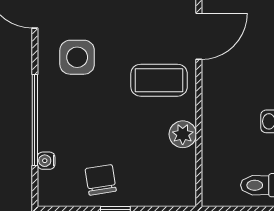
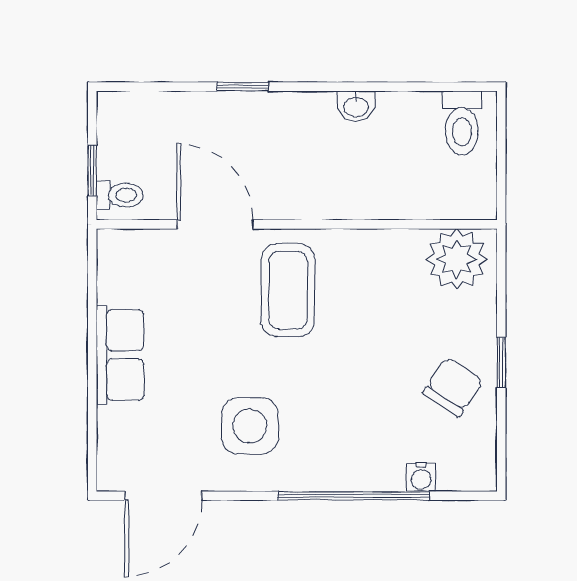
plant: (183, 134) -> (457, 259), moved, width x1.36, depth x1.36
chair: (101, 180) -> (453, 387), turned 133

